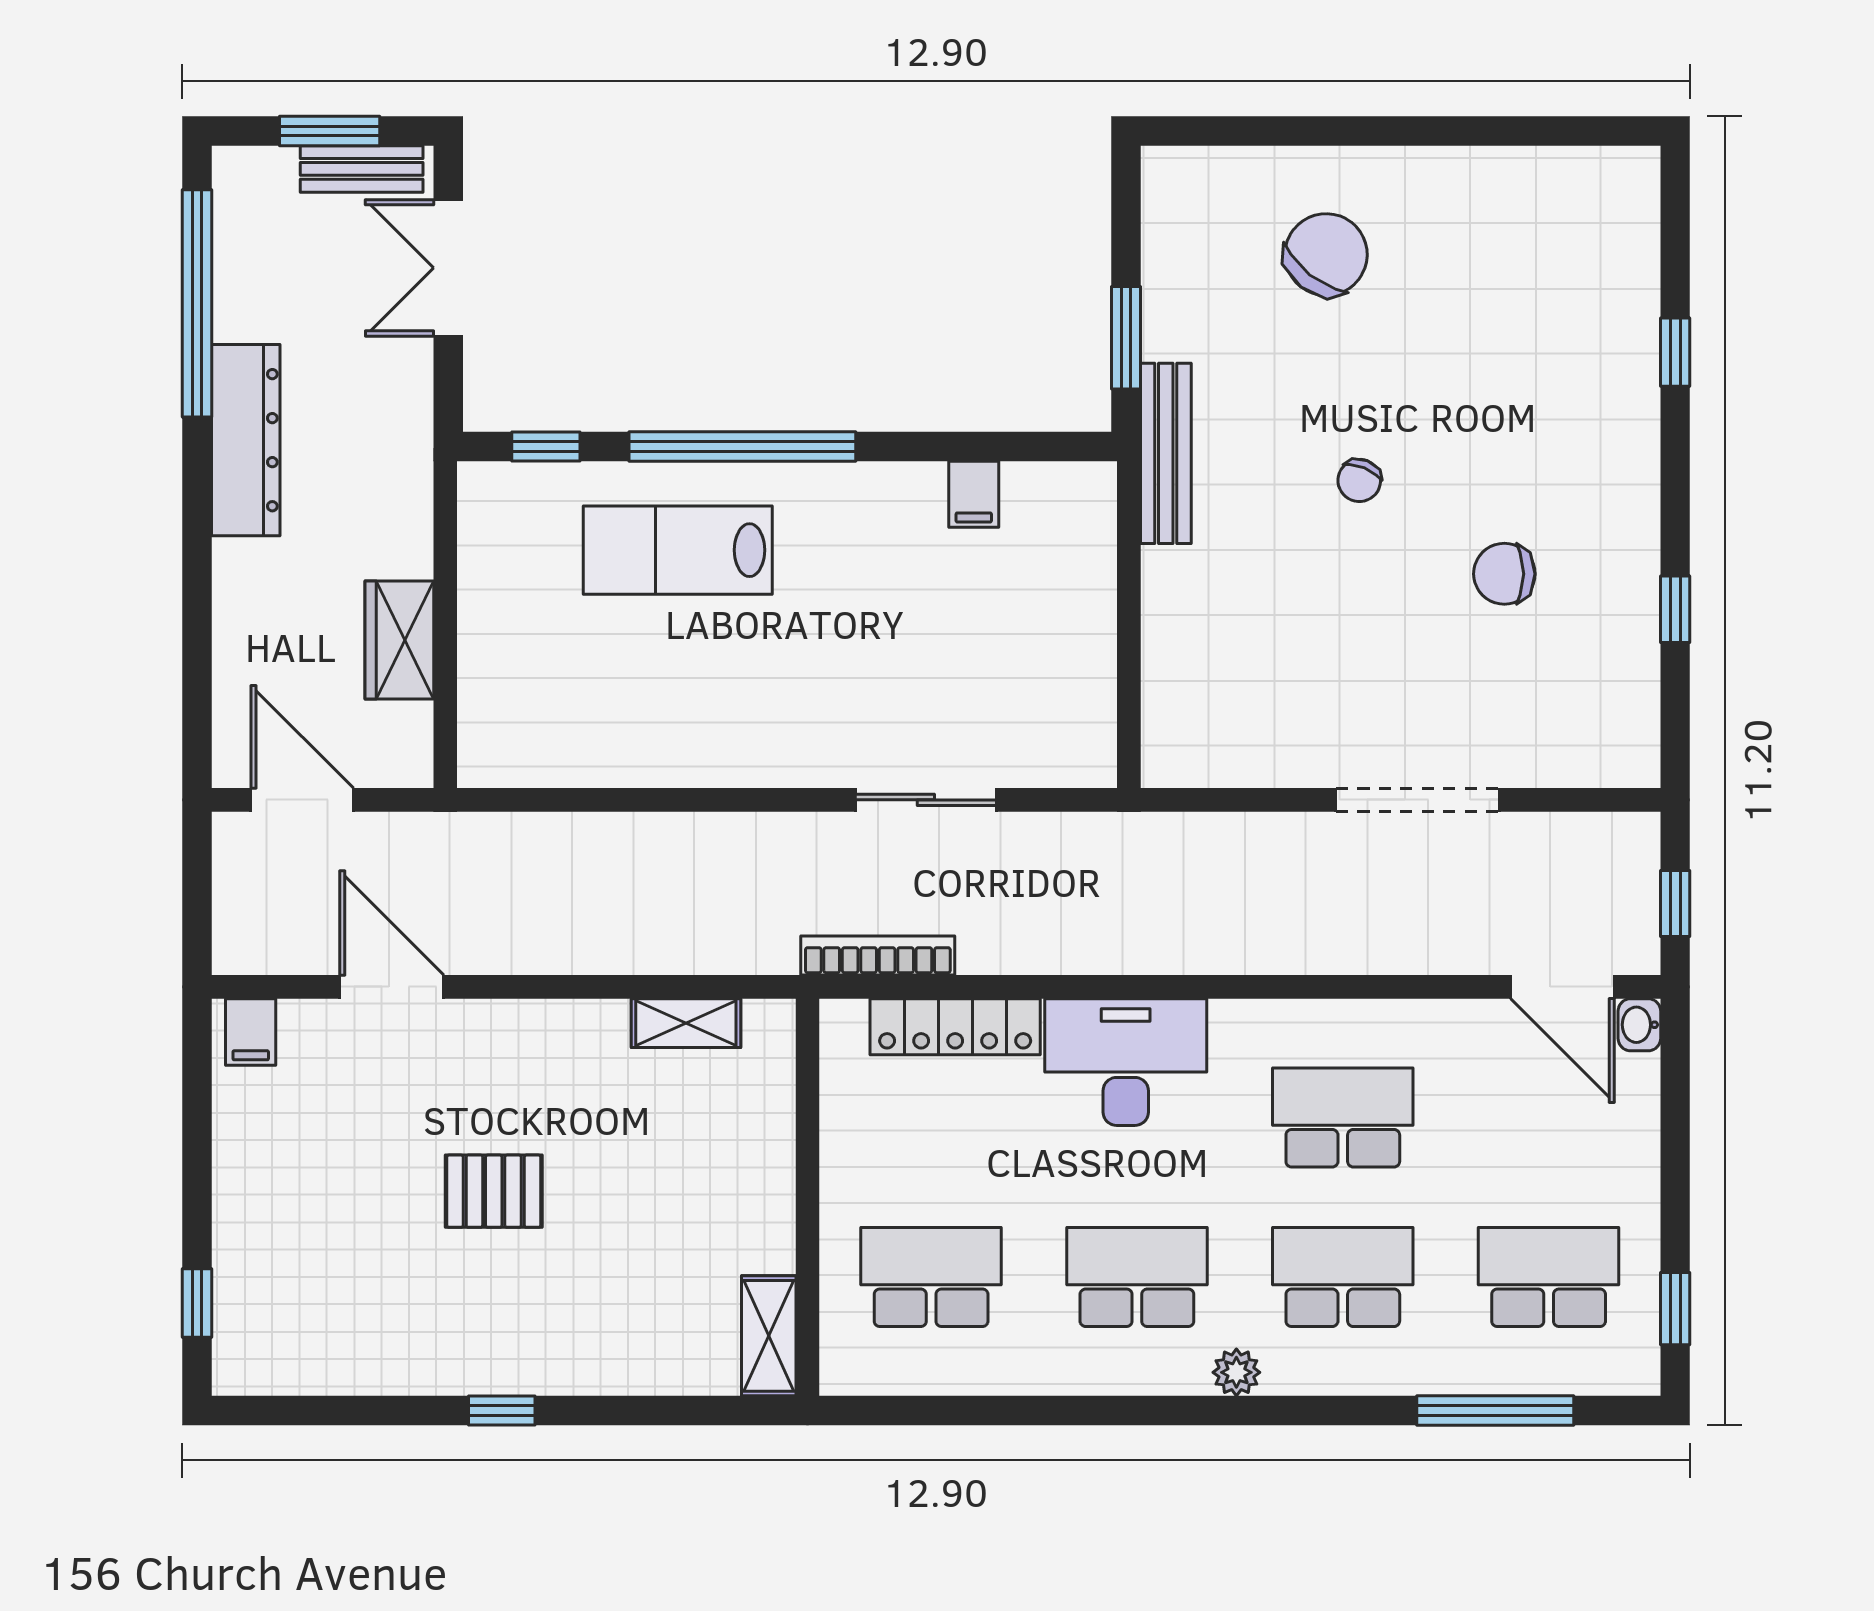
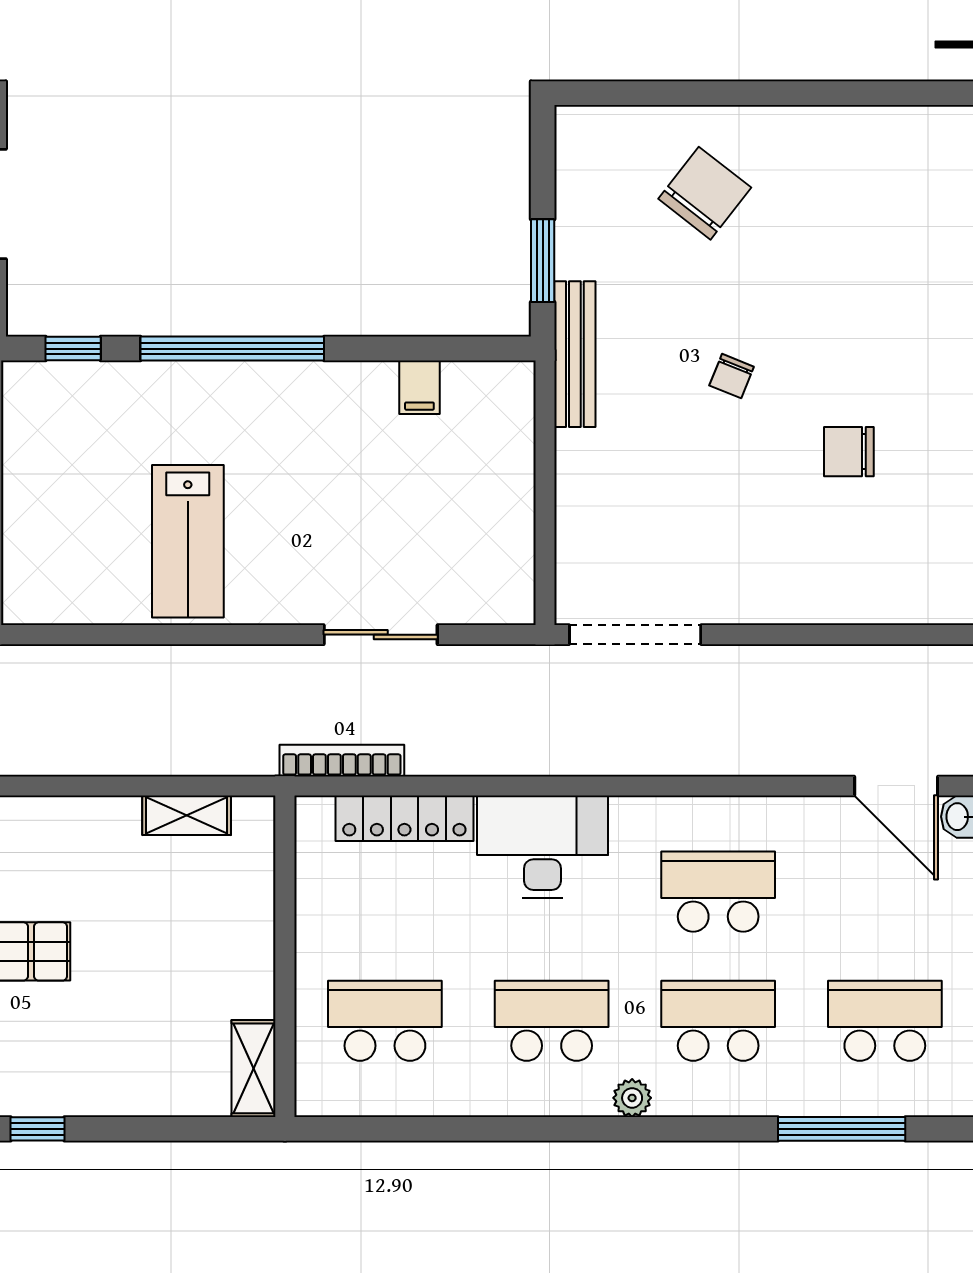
lab bench: (678, 550) -> (188, 541), moved, turned -90
doorway: (1417, 800) -> (635, 635), moved

